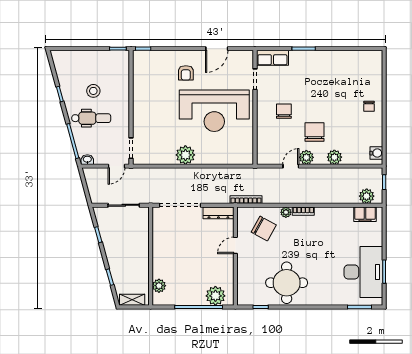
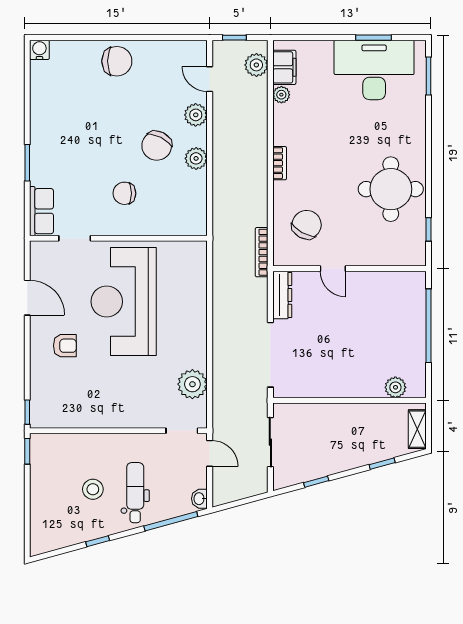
chair: (369, 106) -> (117, 61), width x1.87, depth x1.87
reception desk: (214, 111) -> (124, 302), turned 180
chair: (315, 132) -> (157, 146), turned -63
water cooler: (376, 153) -> (39, 50), moved
plant: (185, 155) -> (192, 384), moved
door: (291, 166) -> (210, 79), moved
plant: (286, 212) -> (281, 95), moved
plant: (215, 296) -> (411, 300), removed

